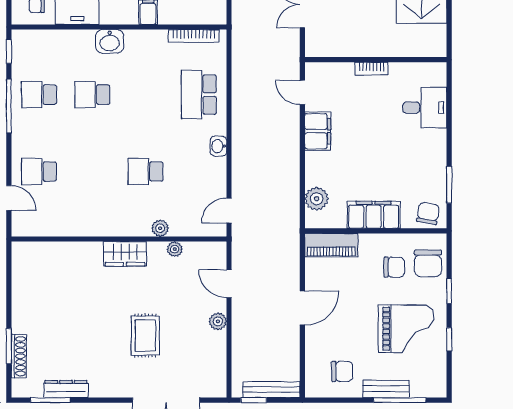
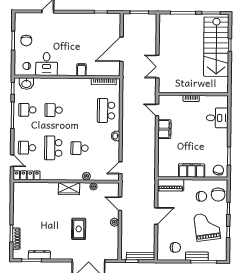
washbasin: (110, 41) -> (26, 84), moved
school desk: (92, 171) -> (53, 148), added
plant: (317, 199) -> (164, 162), removed
locker: (39, 227) -> (27, 175), added
grand piano: (406, 329) -> (207, 227), turned -98

